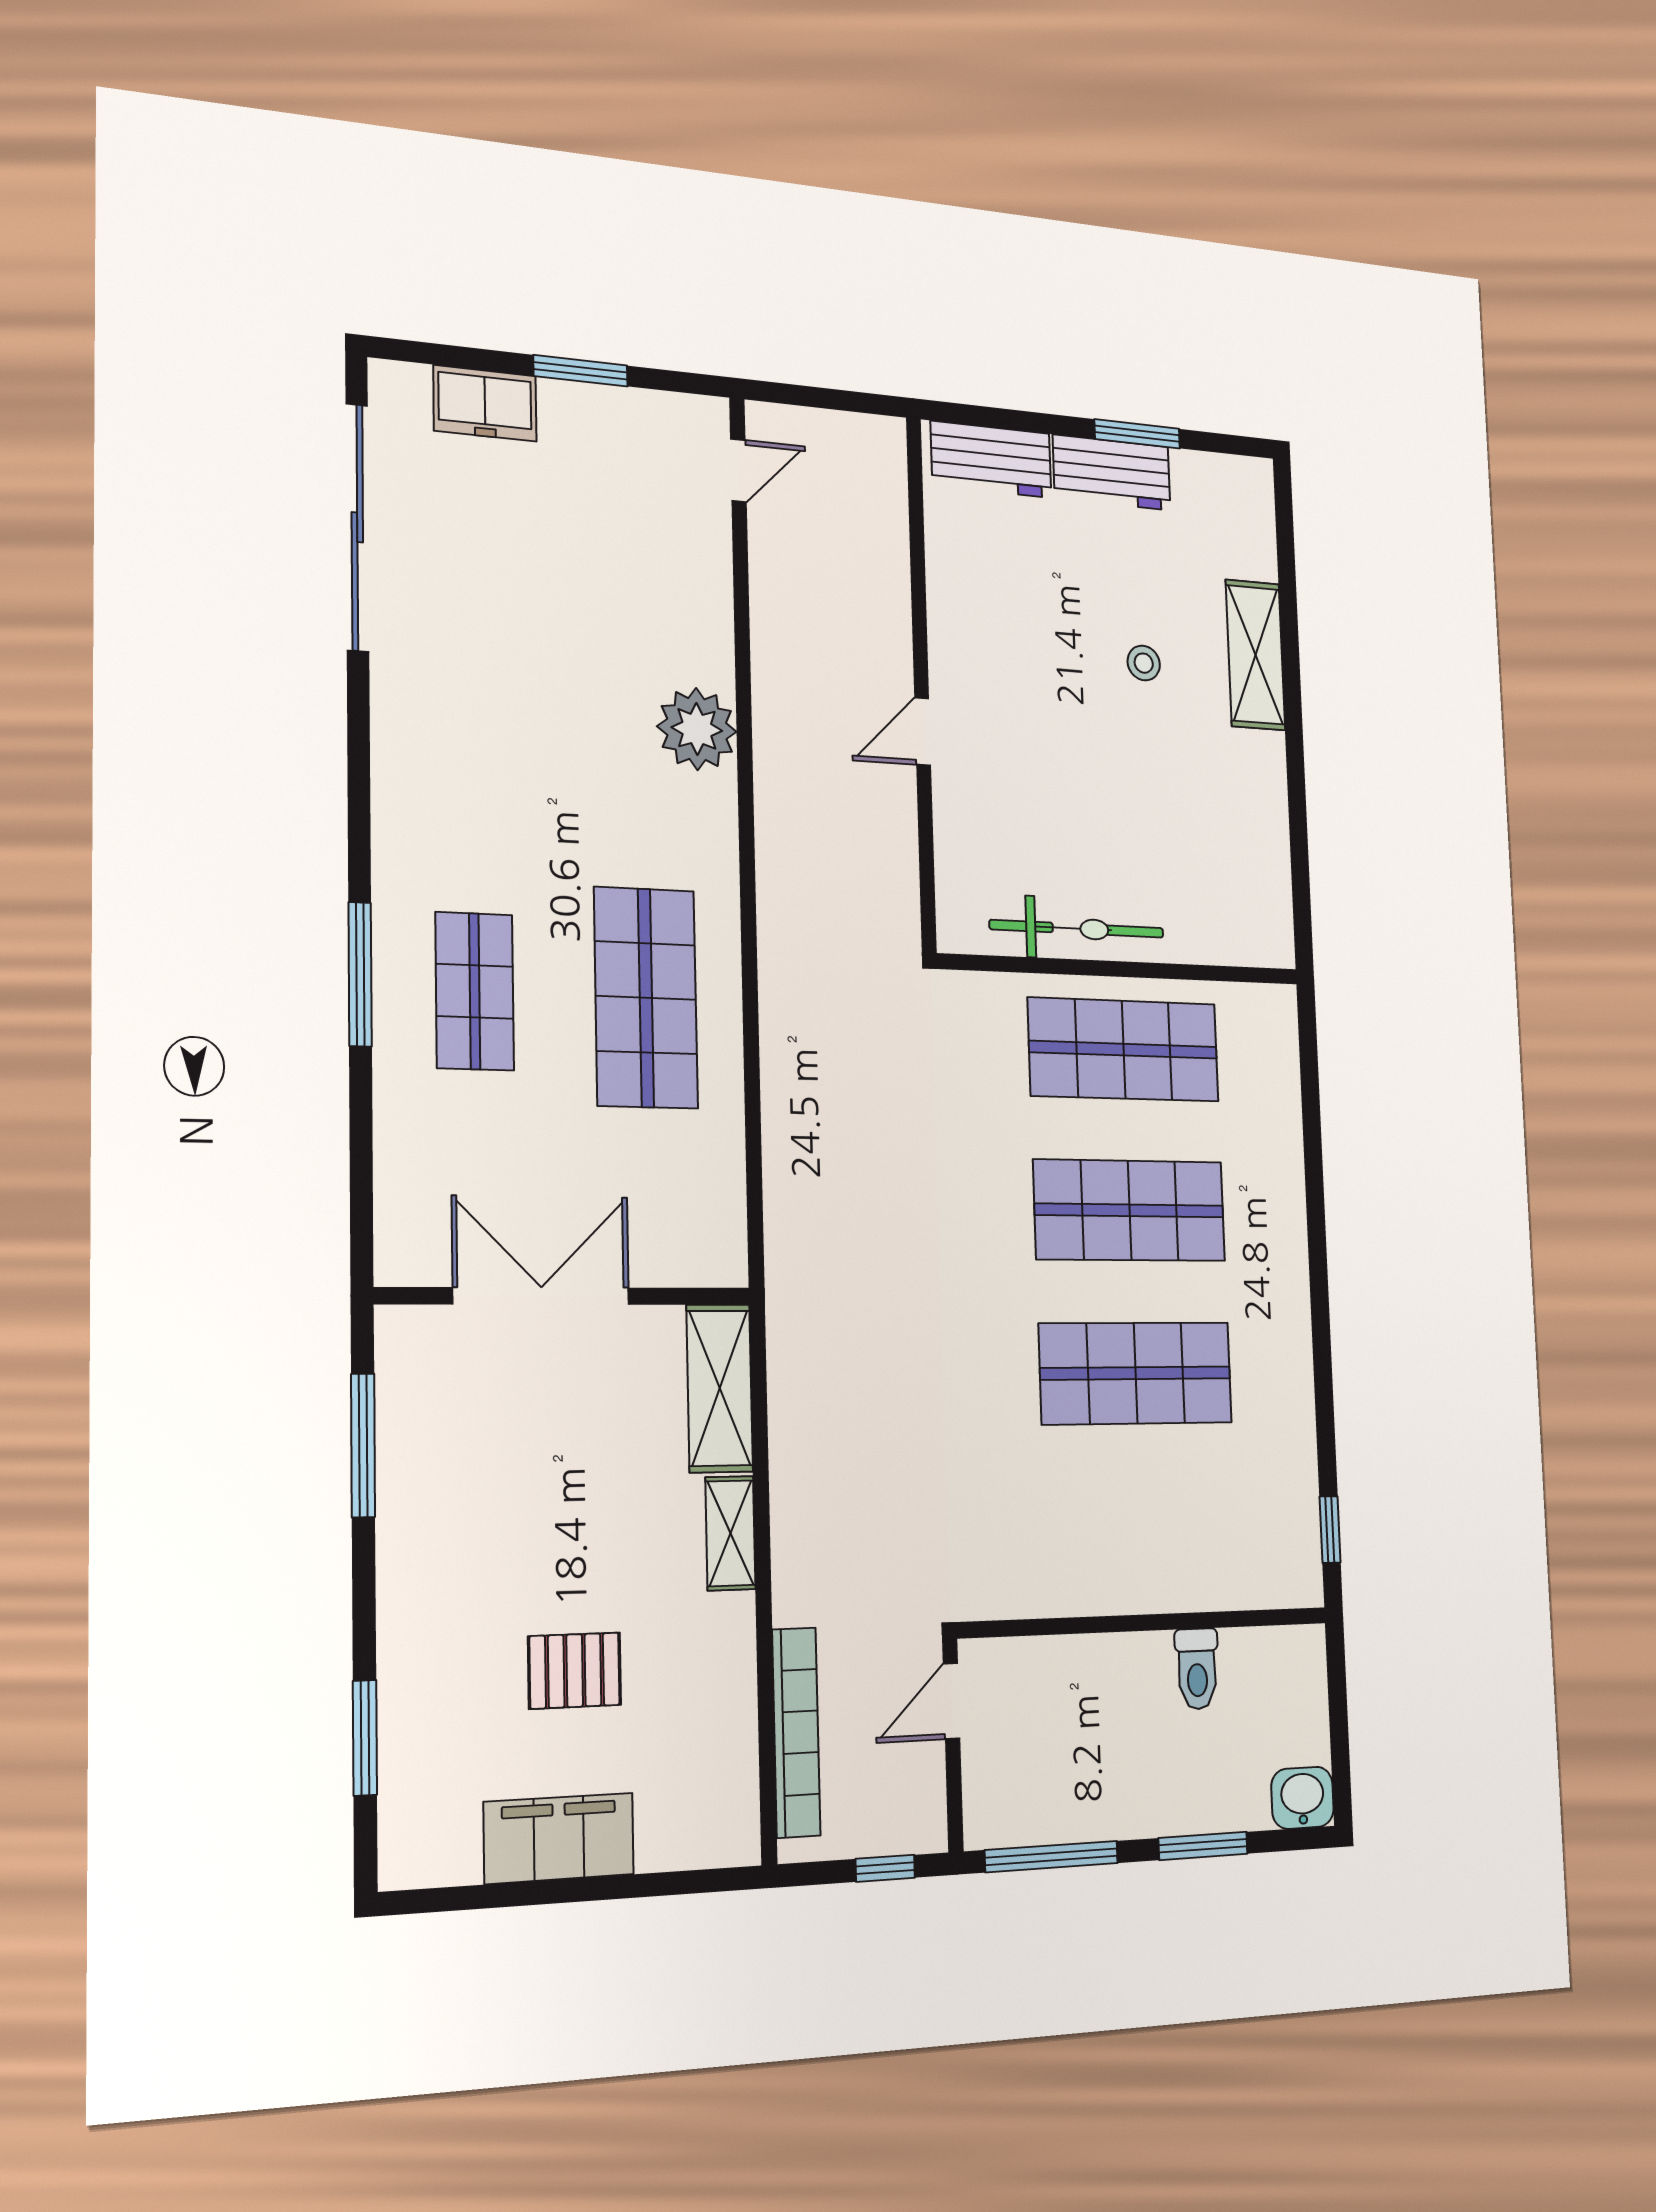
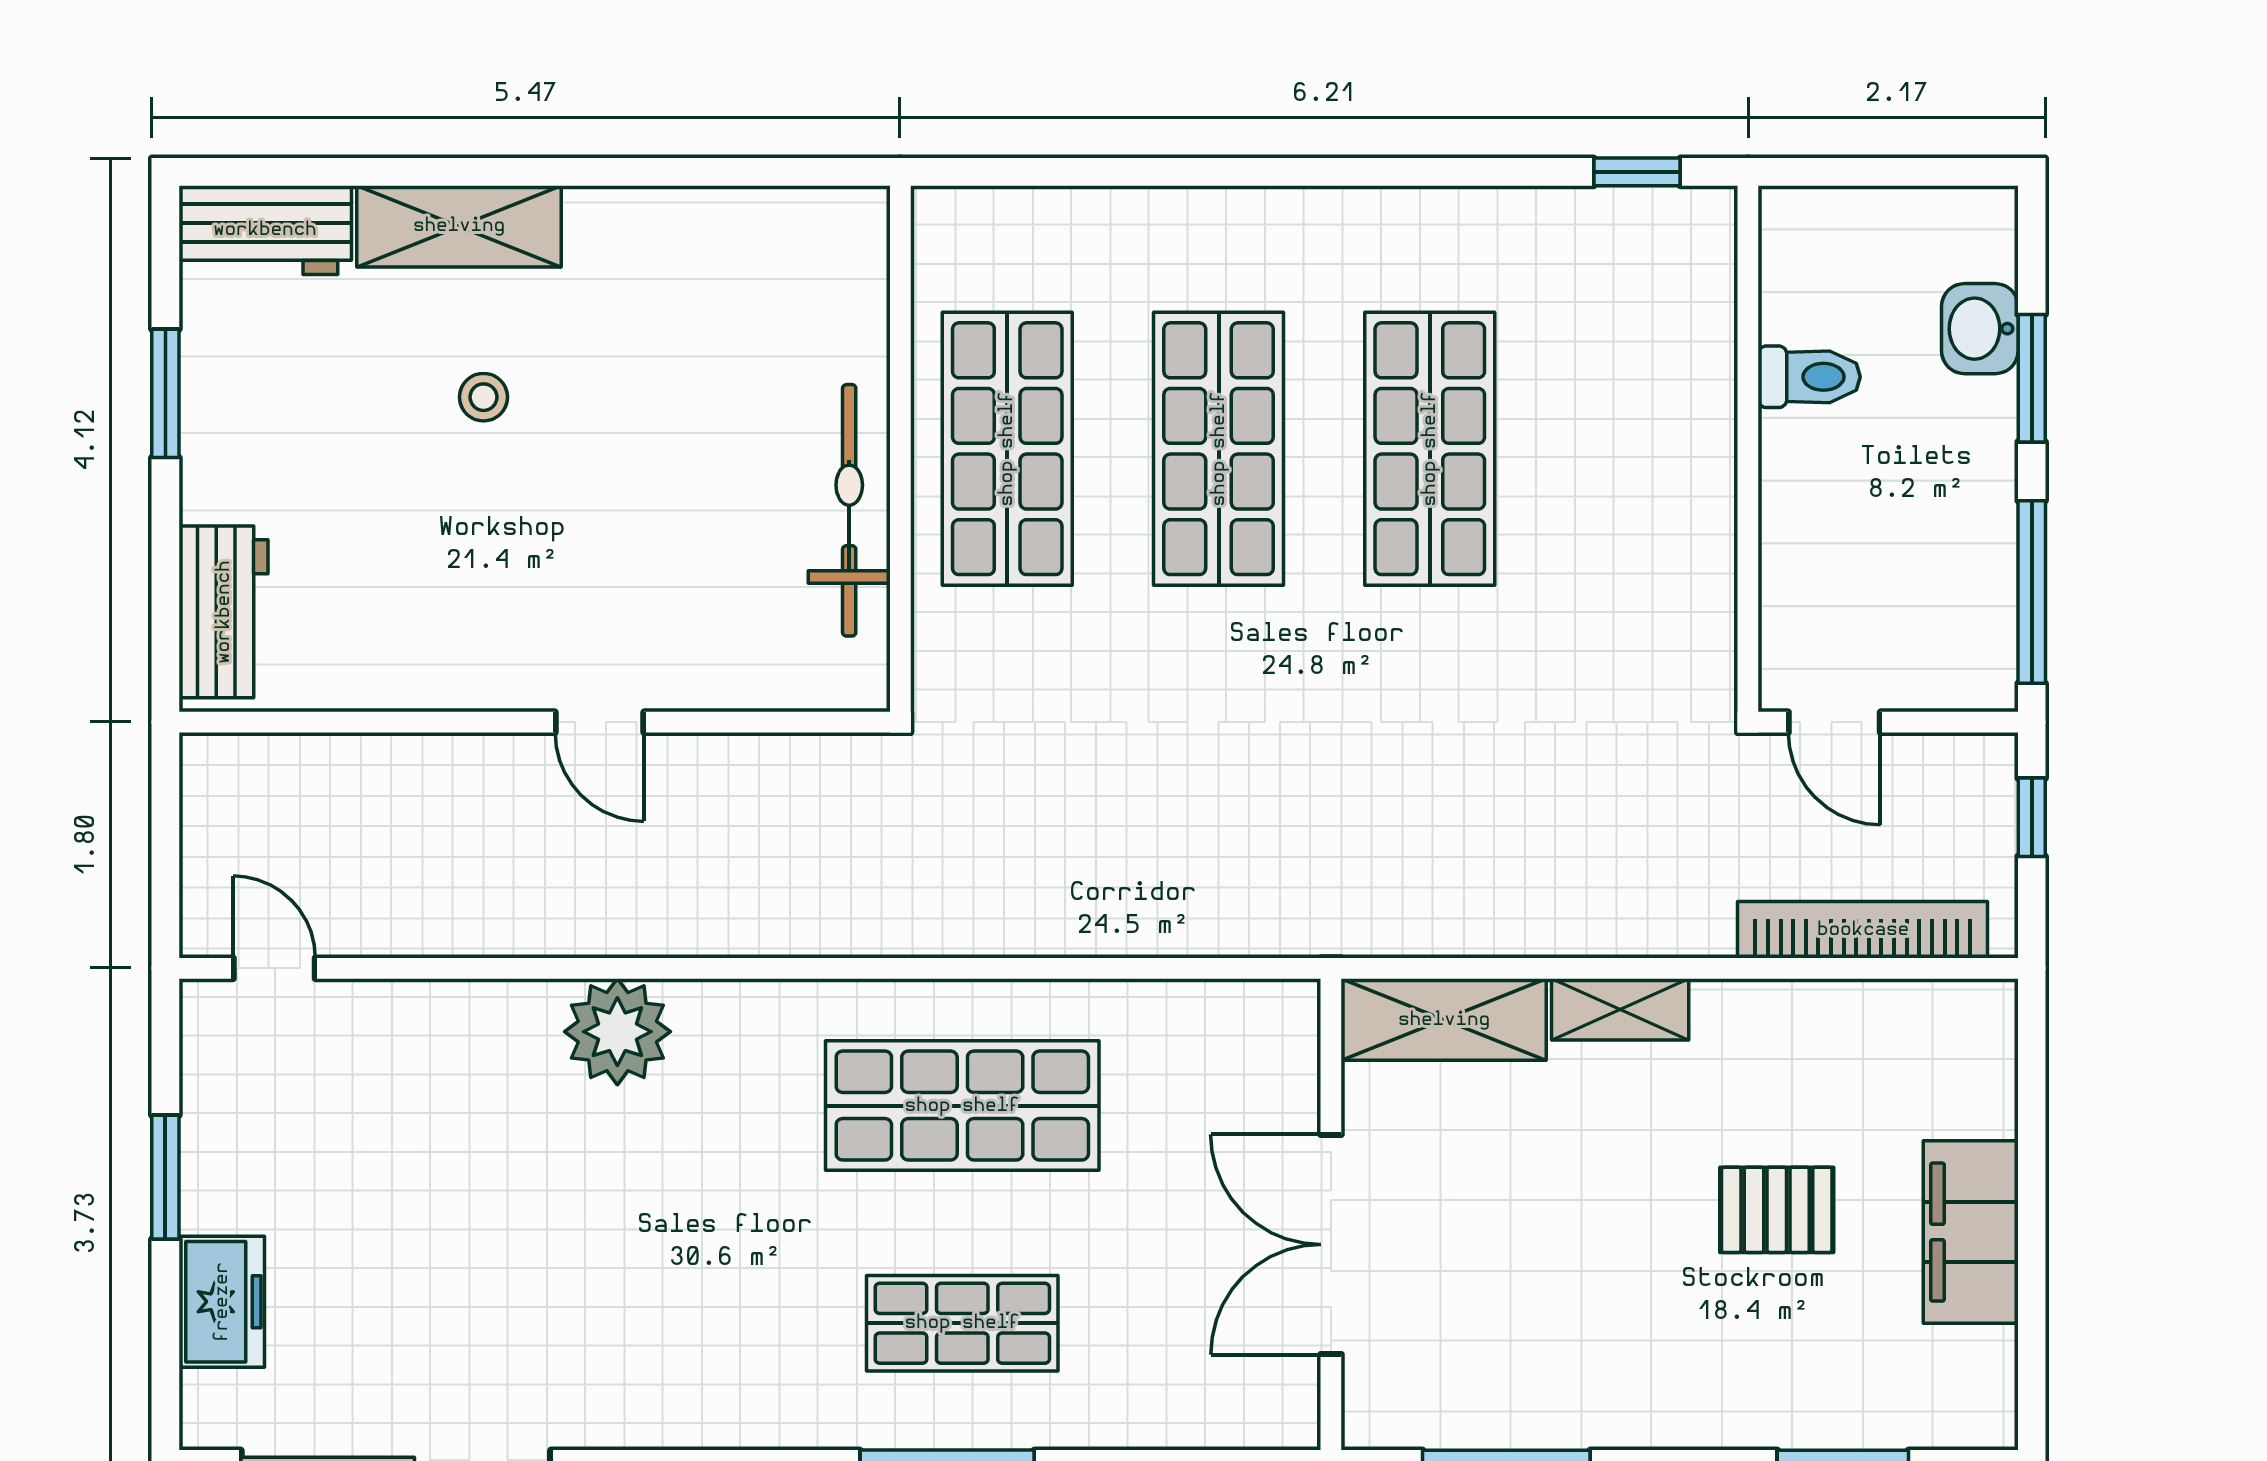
workbench: (1112, 473) -> (265, 230), moved, turned 90
pallet: (575, 1671) -> (1777, 1210), turned 90
washbasin: (1302, 1798) -> (1980, 329), moved

